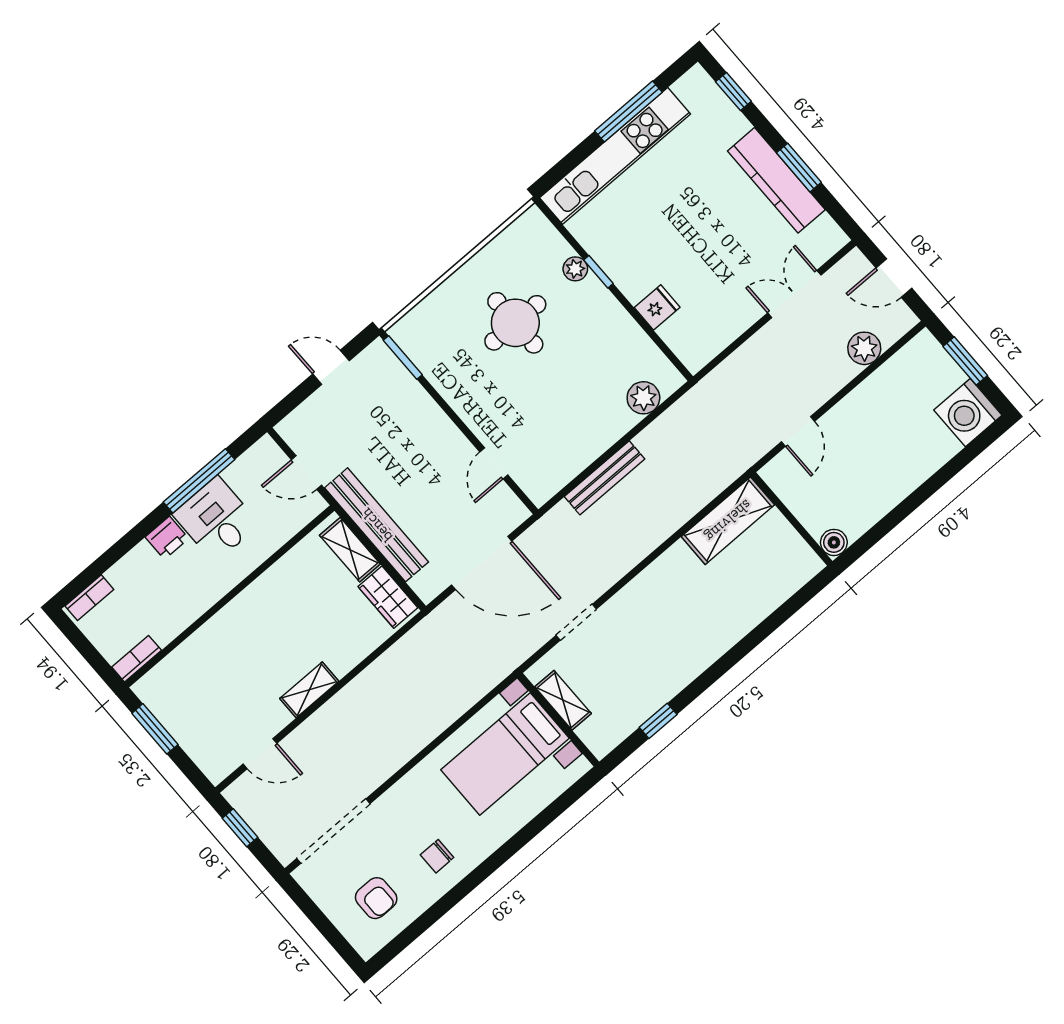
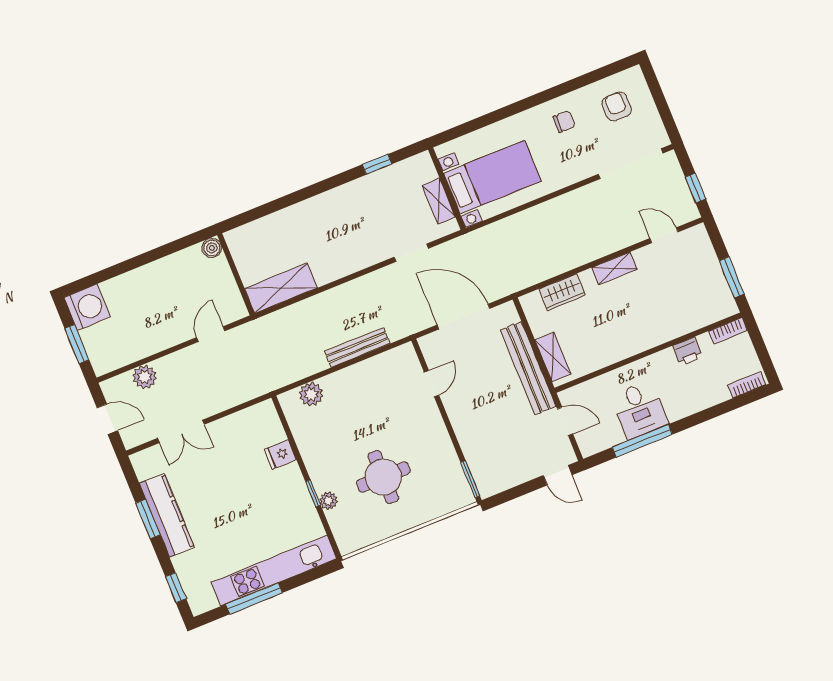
door: (331, 367) -> (558, 475), moved
printer: (167, 538) -> (688, 351), moved, turned 180
wardrobe: (388, 597) -> (562, 292), moved, turned 90

